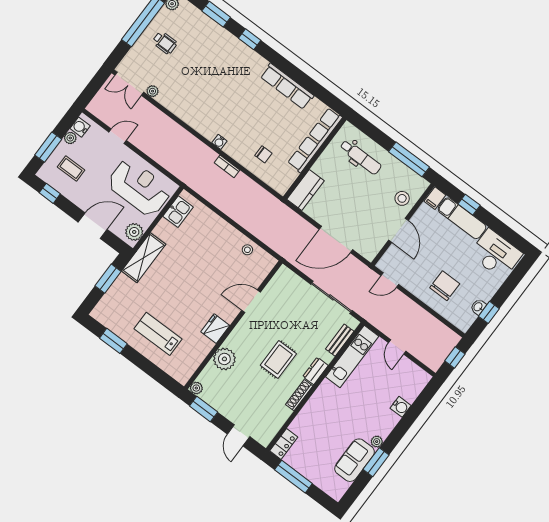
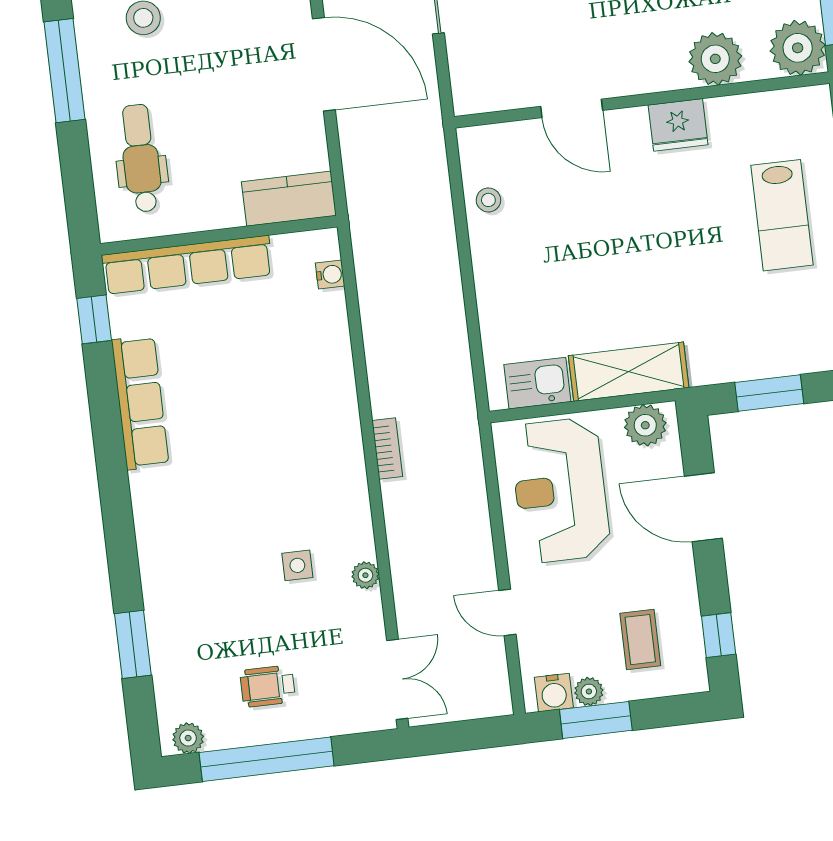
window: (250, 39) -> (94, 319), moved
wheelchair: (165, 43) -> (268, 686), turned -90
side table: (193, 87) -> (297, 565), added
plant: (153, 91) -> (365, 575), moved
water cooler: (219, 142) -> (330, 275), moved
window: (48, 147) -> (596, 720), moved
chair: (263, 154) -> (297, 330), removed
bookcase: (227, 166) -> (387, 449), moved
shelving: (144, 258) -> (629, 372), moved
plant: (196, 388) -> (798, 48), width x1.88, depth x1.88

